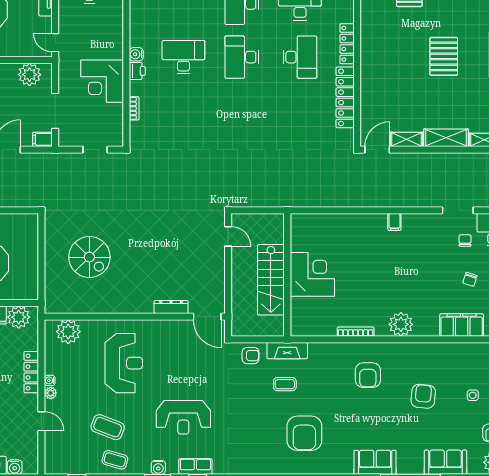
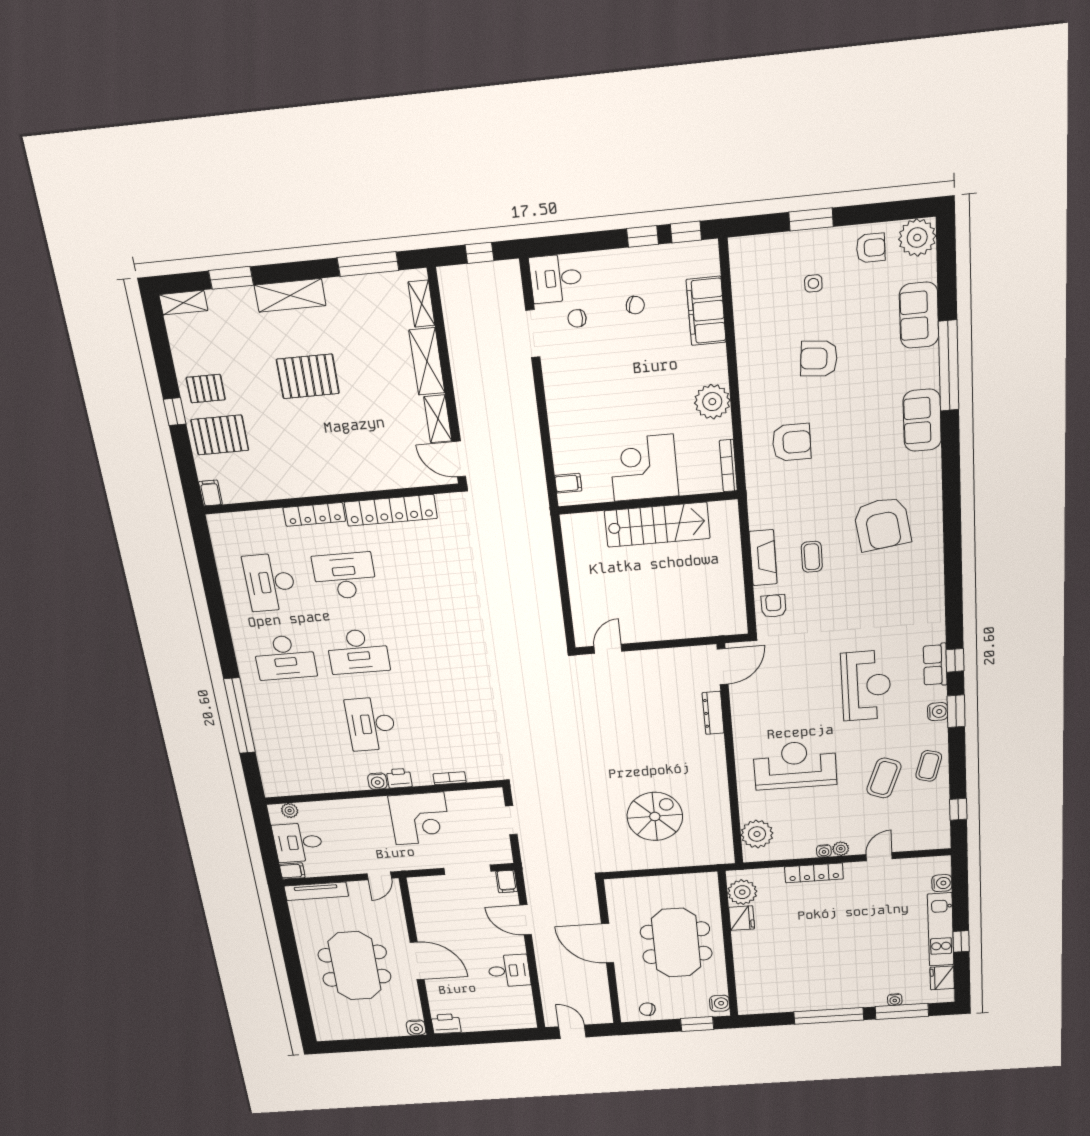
plant: (29, 75) -> (425, 902), removed
filing cabinet: (394, 222) -> (568, 483), moved
corner desk: (312, 274) -> (644, 468), moved
wall: (287, 275) -> (648, 503), moved
stairs: (271, 280) -> (657, 525), moved
armchair: (304, 433) -> (882, 524), turned 82

